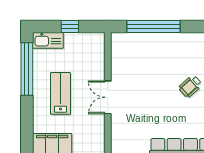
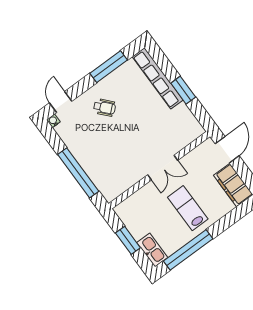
window: (70, 26) -> (128, 240), width x1.50
lab bench: (60, 93) -> (188, 208), turned 90

